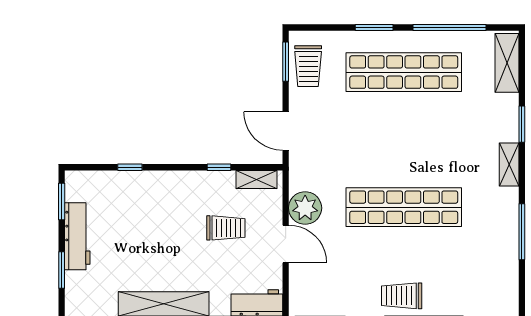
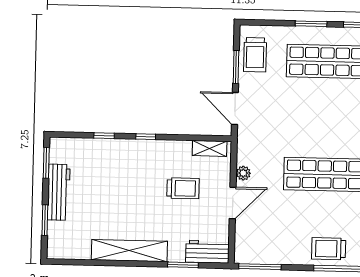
window: (286, 62) -> (236, 67), moved
window: (219, 167) -> (146, 137), moved
plant: (305, 208) -> (243, 173), width x0.53, depth x0.53
door: (286, 244) -> (233, 203), hinge flipped

